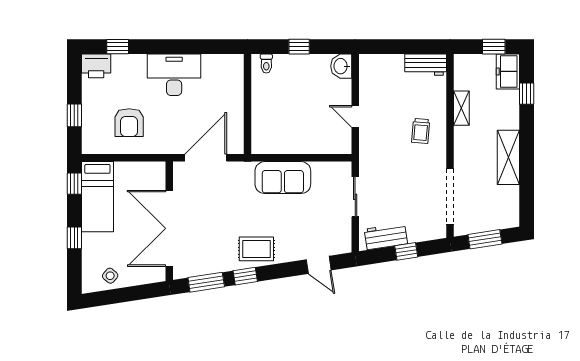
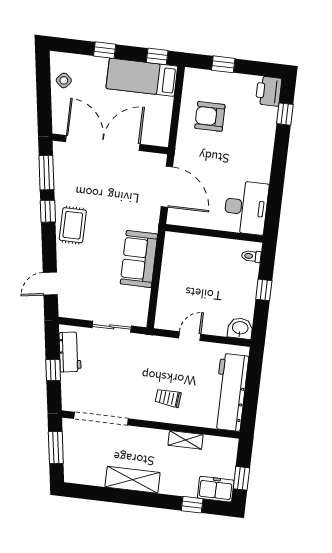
workbench: (426, 65) -> (231, 392), width x1.88, depth x1.32
desk: (174, 75) -> (246, 207), moved

